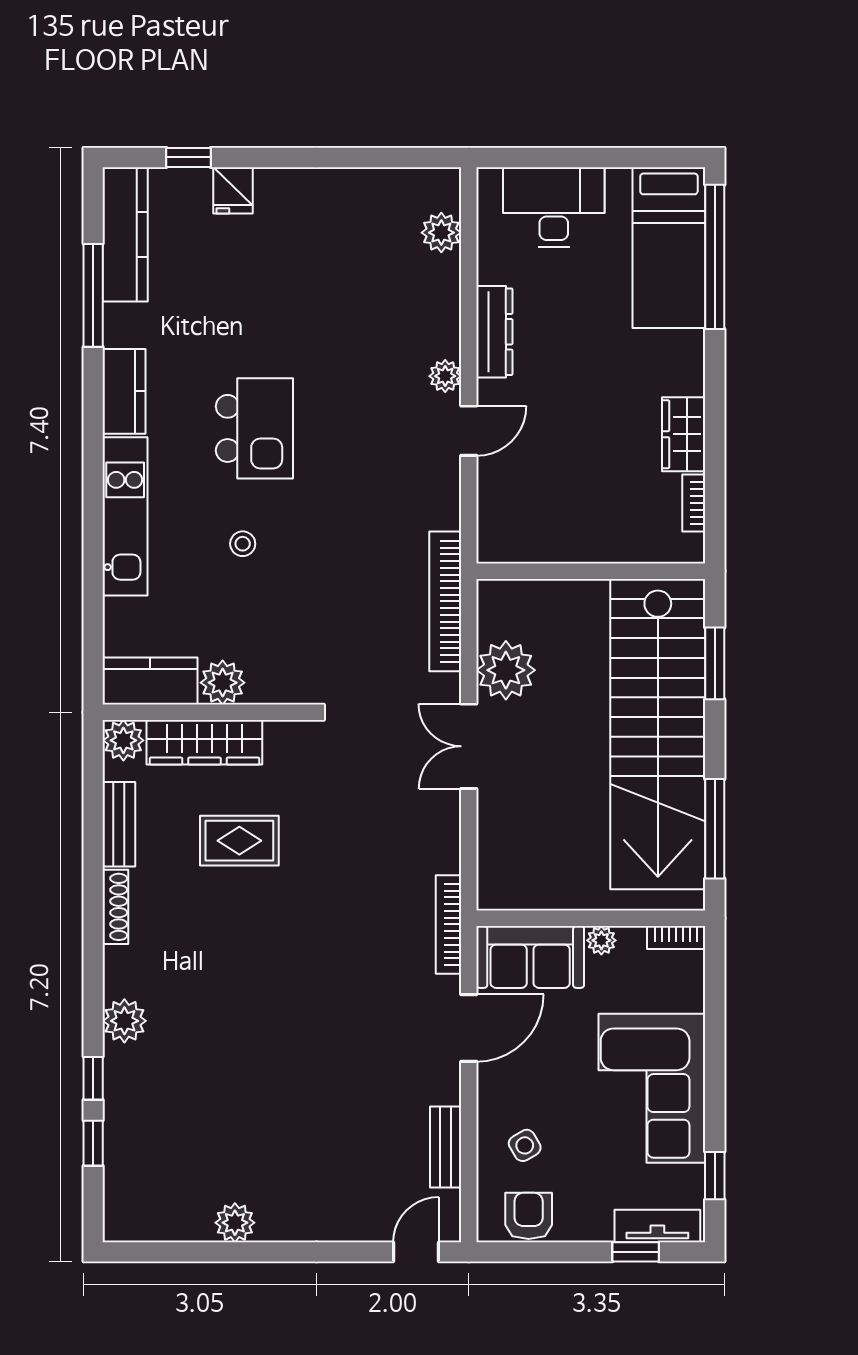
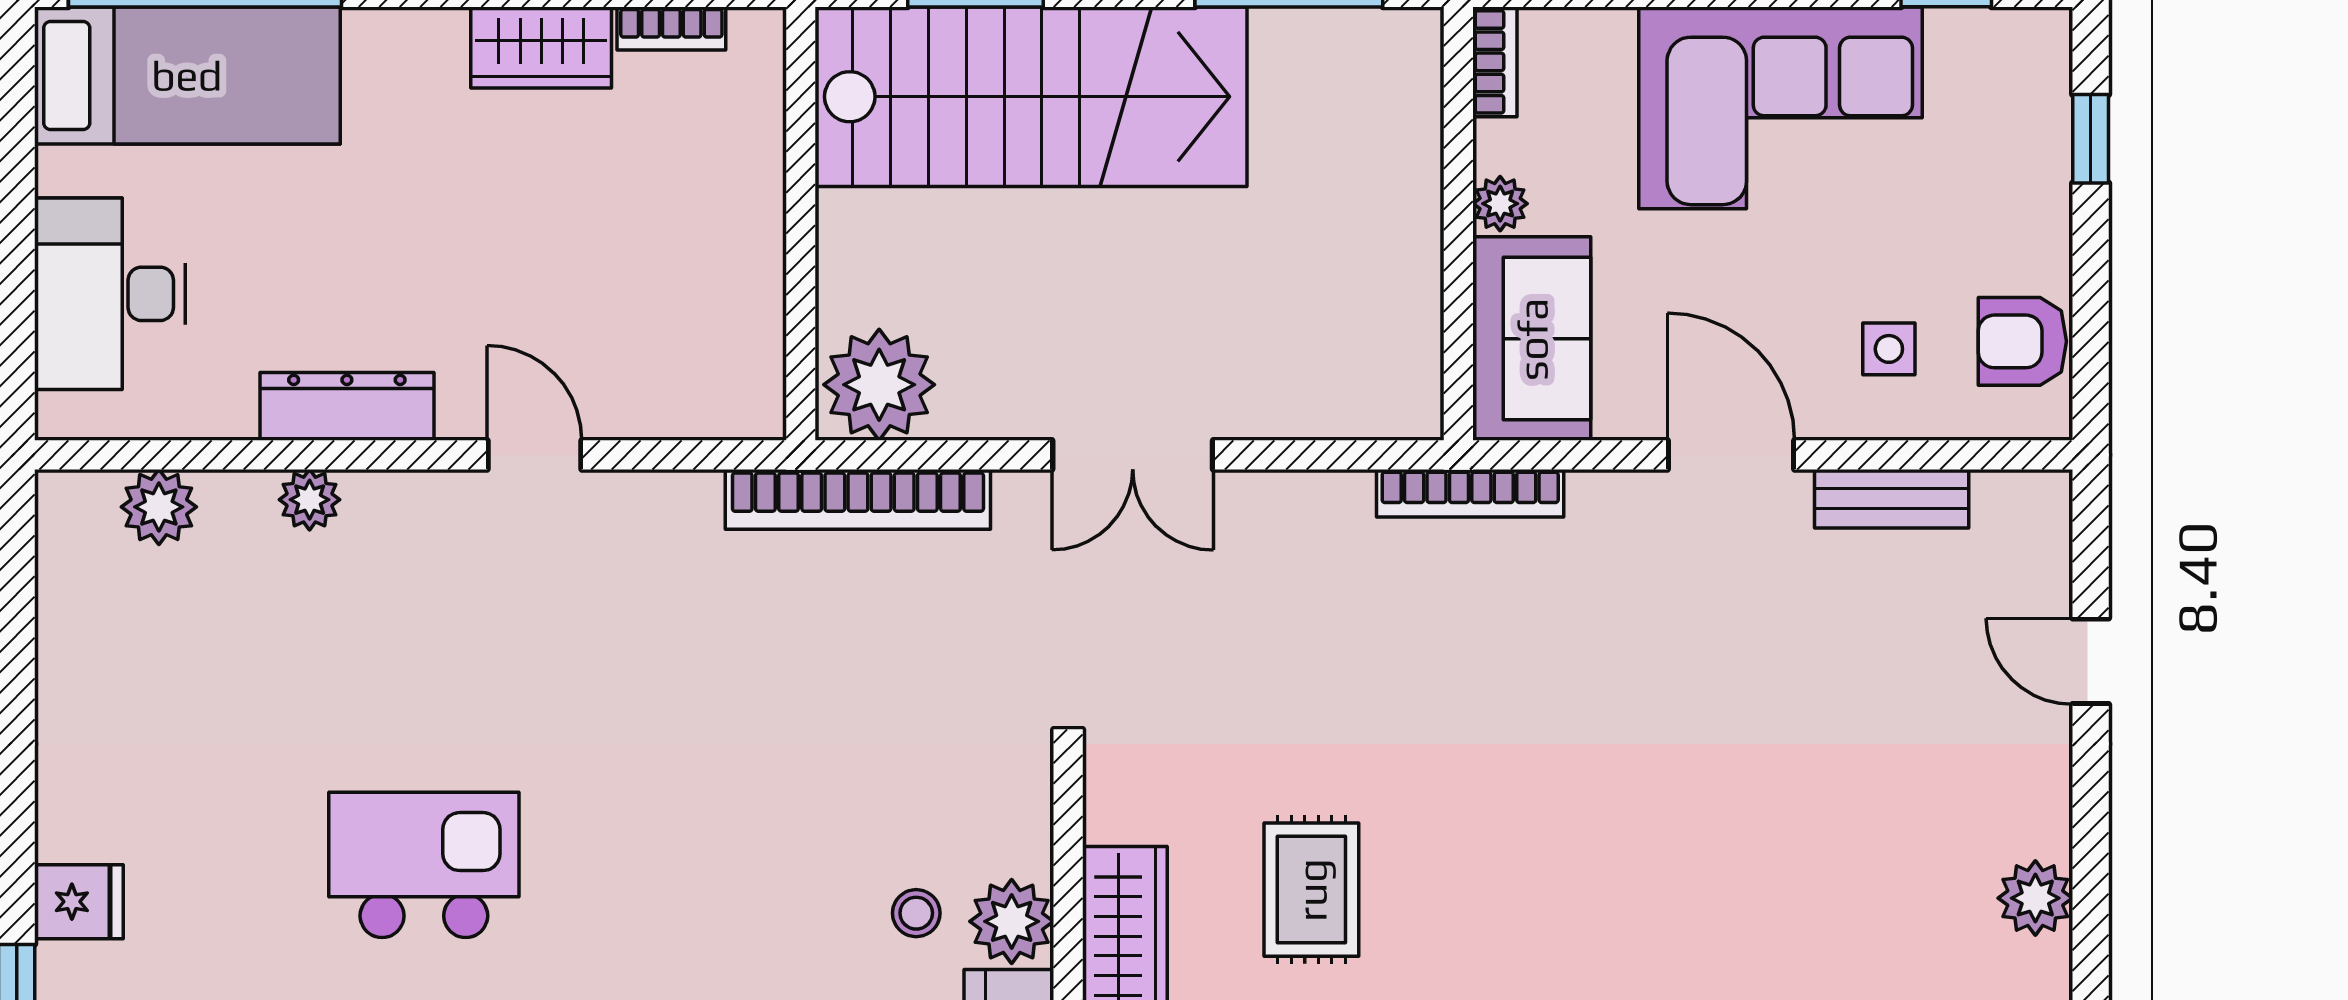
plant: (445, 376) -> (310, 500), moved
kitchen island: (254, 428) -> (424, 865), moved
stool: (243, 544) -> (916, 913), moved
plant: (506, 670) -> (879, 385), moved
stairs: (658, 734) -> (1031, 97), width x0.73
door: (469, 1028) -> (1731, 455), moved
side table: (525, 1145) -> (1889, 349), turned 30
tv unit: (657, 1226) -> (2042, 97), removed
door: (416, 1252) -> (2091, 661), moved

